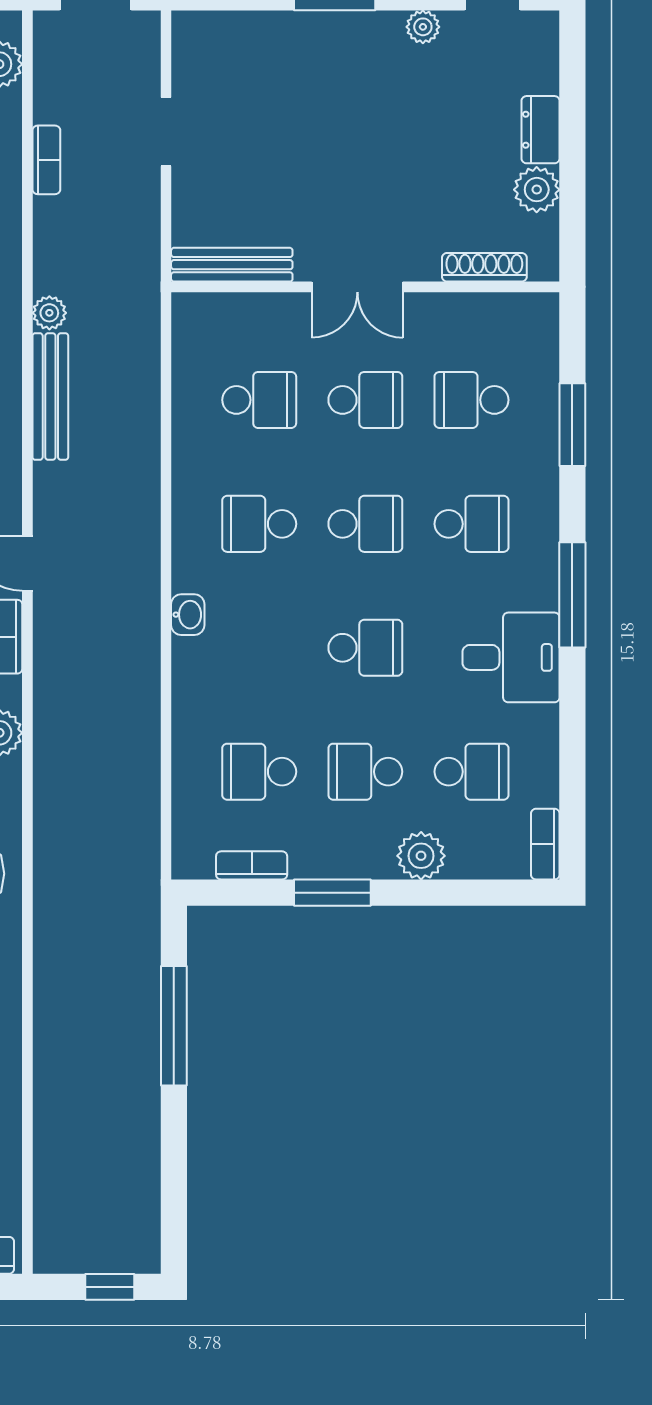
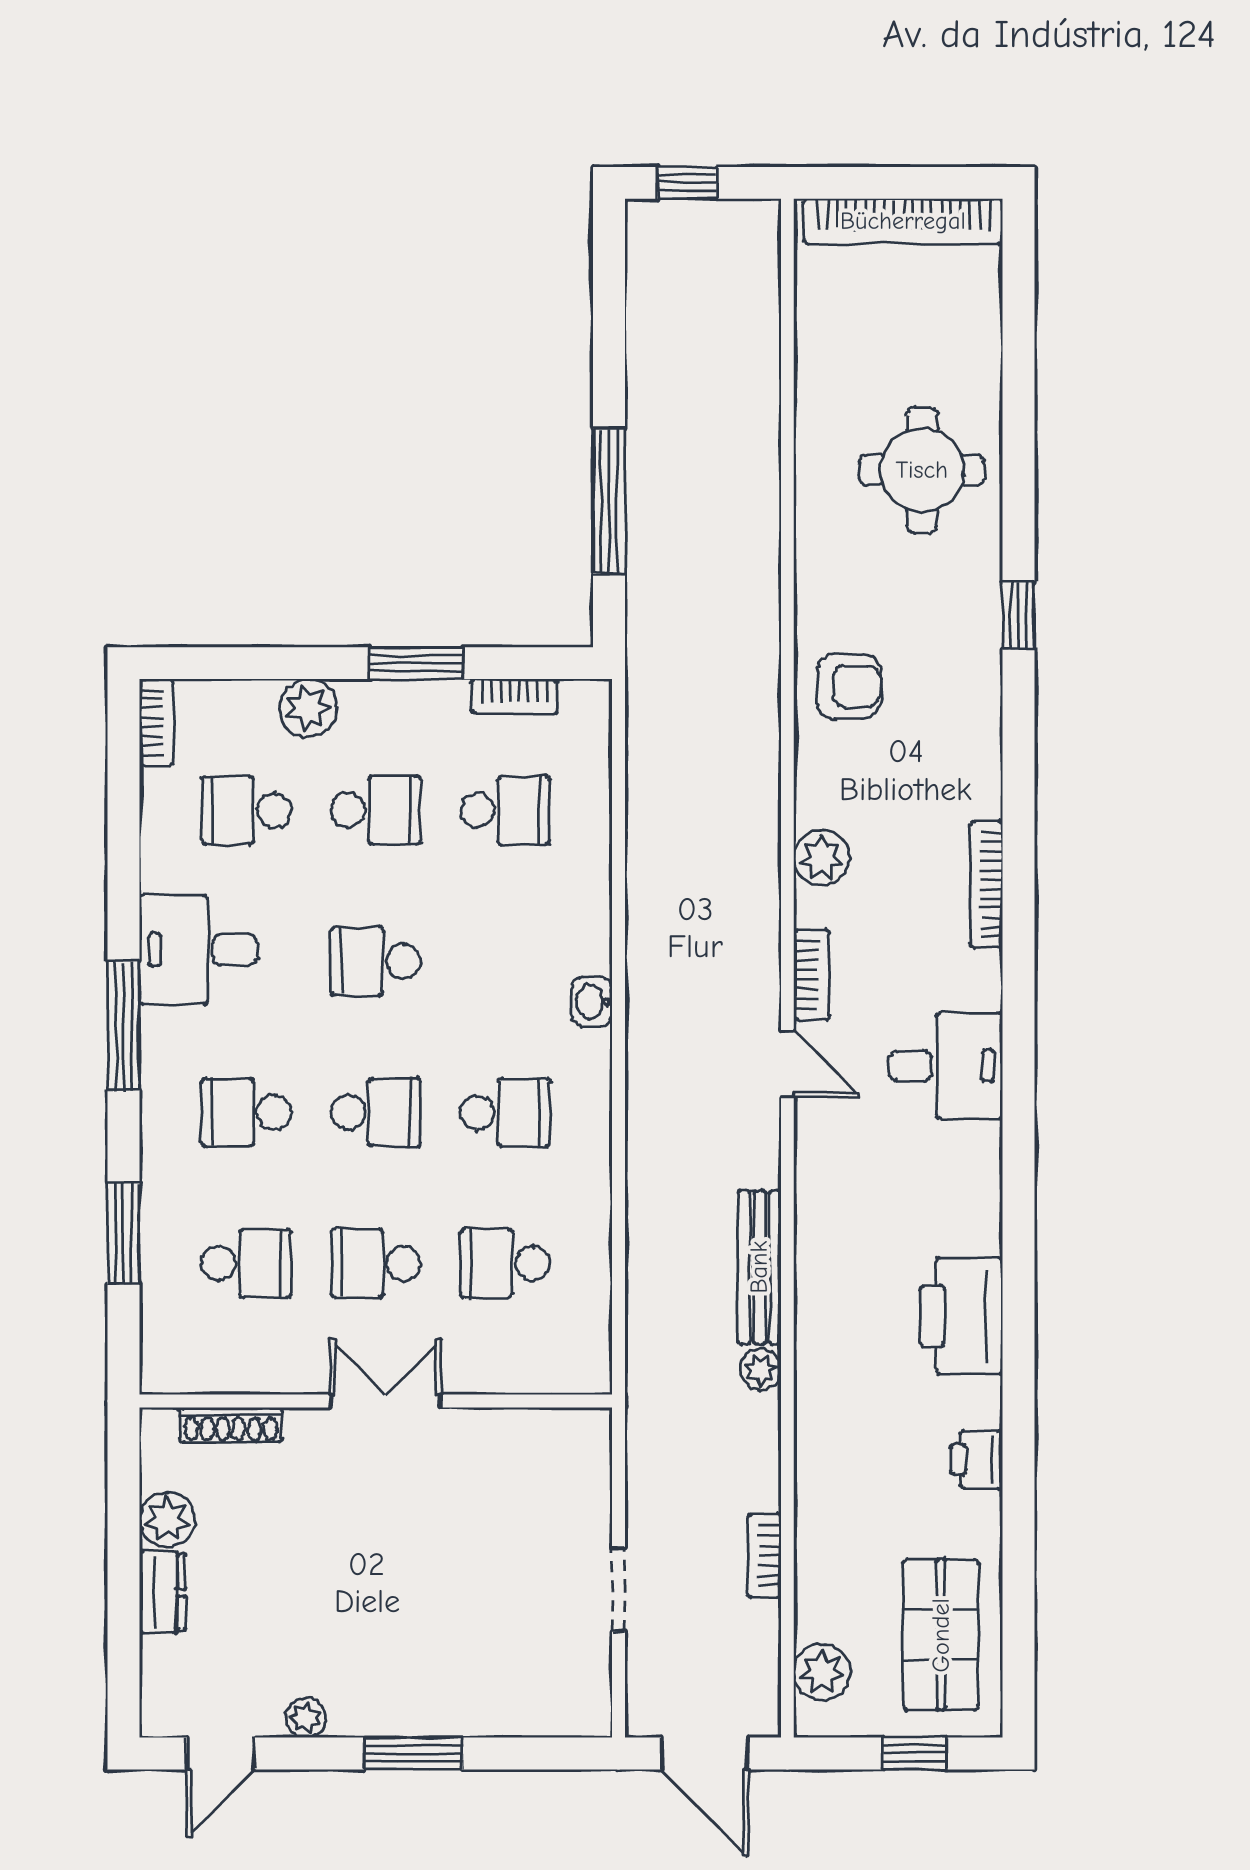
bench: (232, 265) -> (538, 1428), removed
school desk: (365, 524) -> (376, 1112), turned 180

